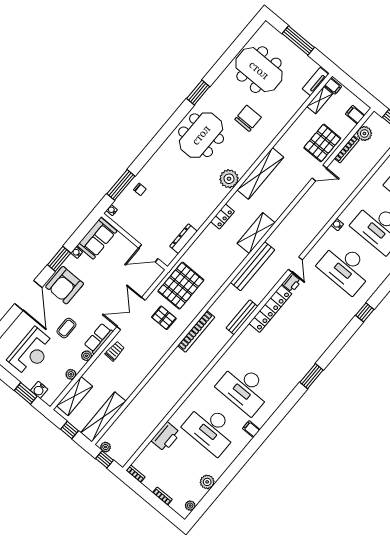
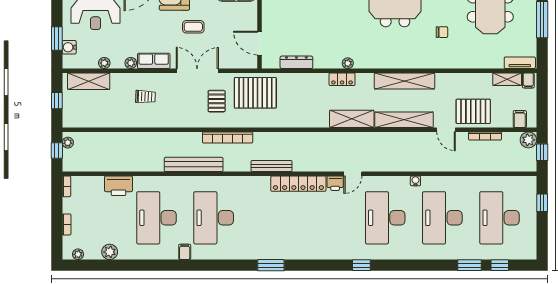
chair: (248, 118) -> (442, 32), width x0.54, depth x0.54
plant: (364, 134) -> (528, 140), moved
plant: (229, 179) -> (348, 63), moved, width x0.53, depth x0.53
bench: (253, 266) -> (194, 164), moved
coffee table: (66, 328) -> (193, 27), moved
trolley: (115, 351) -> (145, 97), moved
shelving: (103, 417) -> (404, 120), moved

